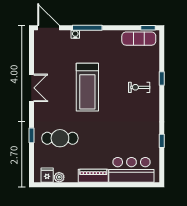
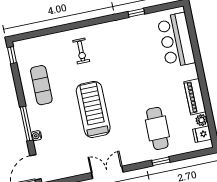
exercise mat: (139, 39) -> (41, 85), moved
window: (162, 79) -> (66, 28), removed
treadmill: (87, 87) -> (93, 109), turned -90
piano: (93, 176) -> (195, 97), moved

